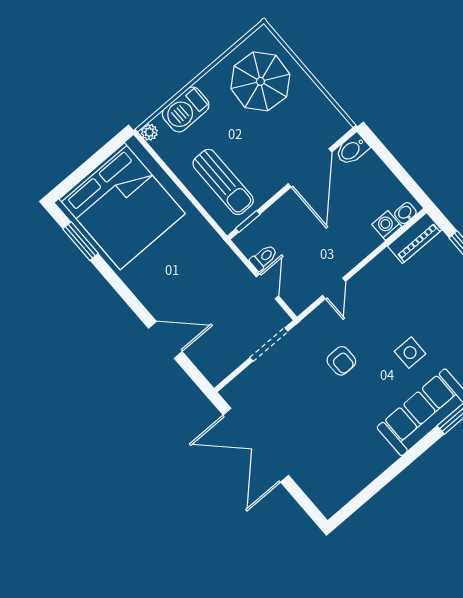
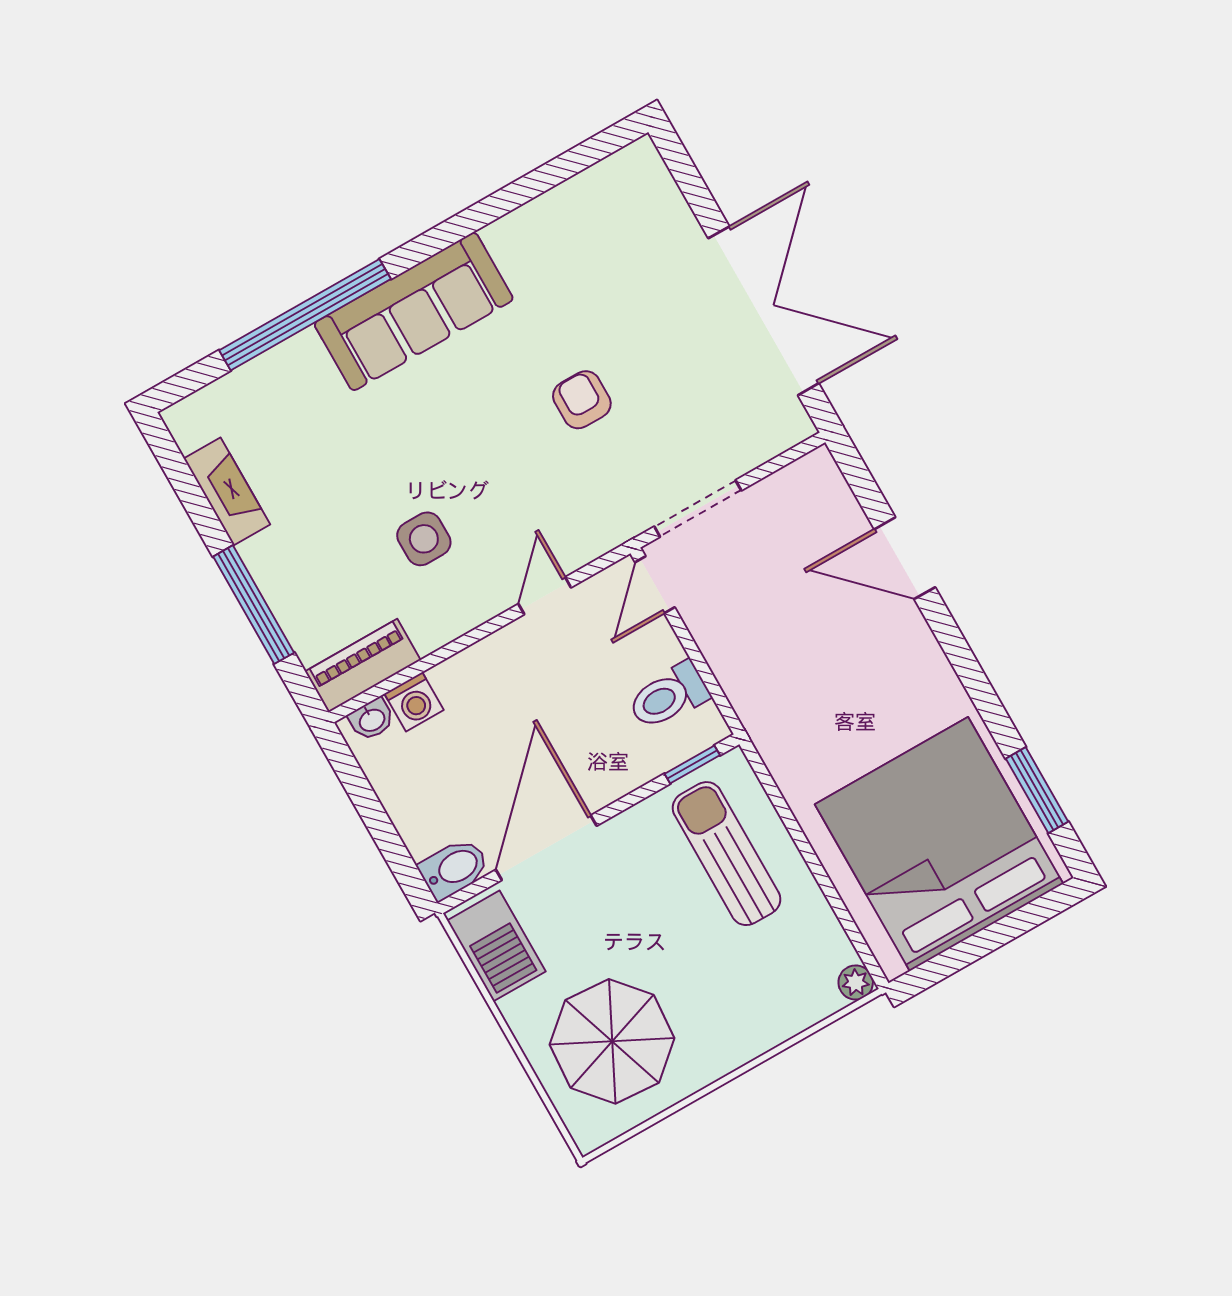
barbecue: (186, 109) -> (496, 946), moved, turned 90
toilet: (264, 258) -> (668, 696), width x1.37, depth x1.39
door: (267, 286) -> (655, 585), moved
side table: (410, 353) -> (424, 539), moved
armchair: (341, 361) -> (582, 400), moved

